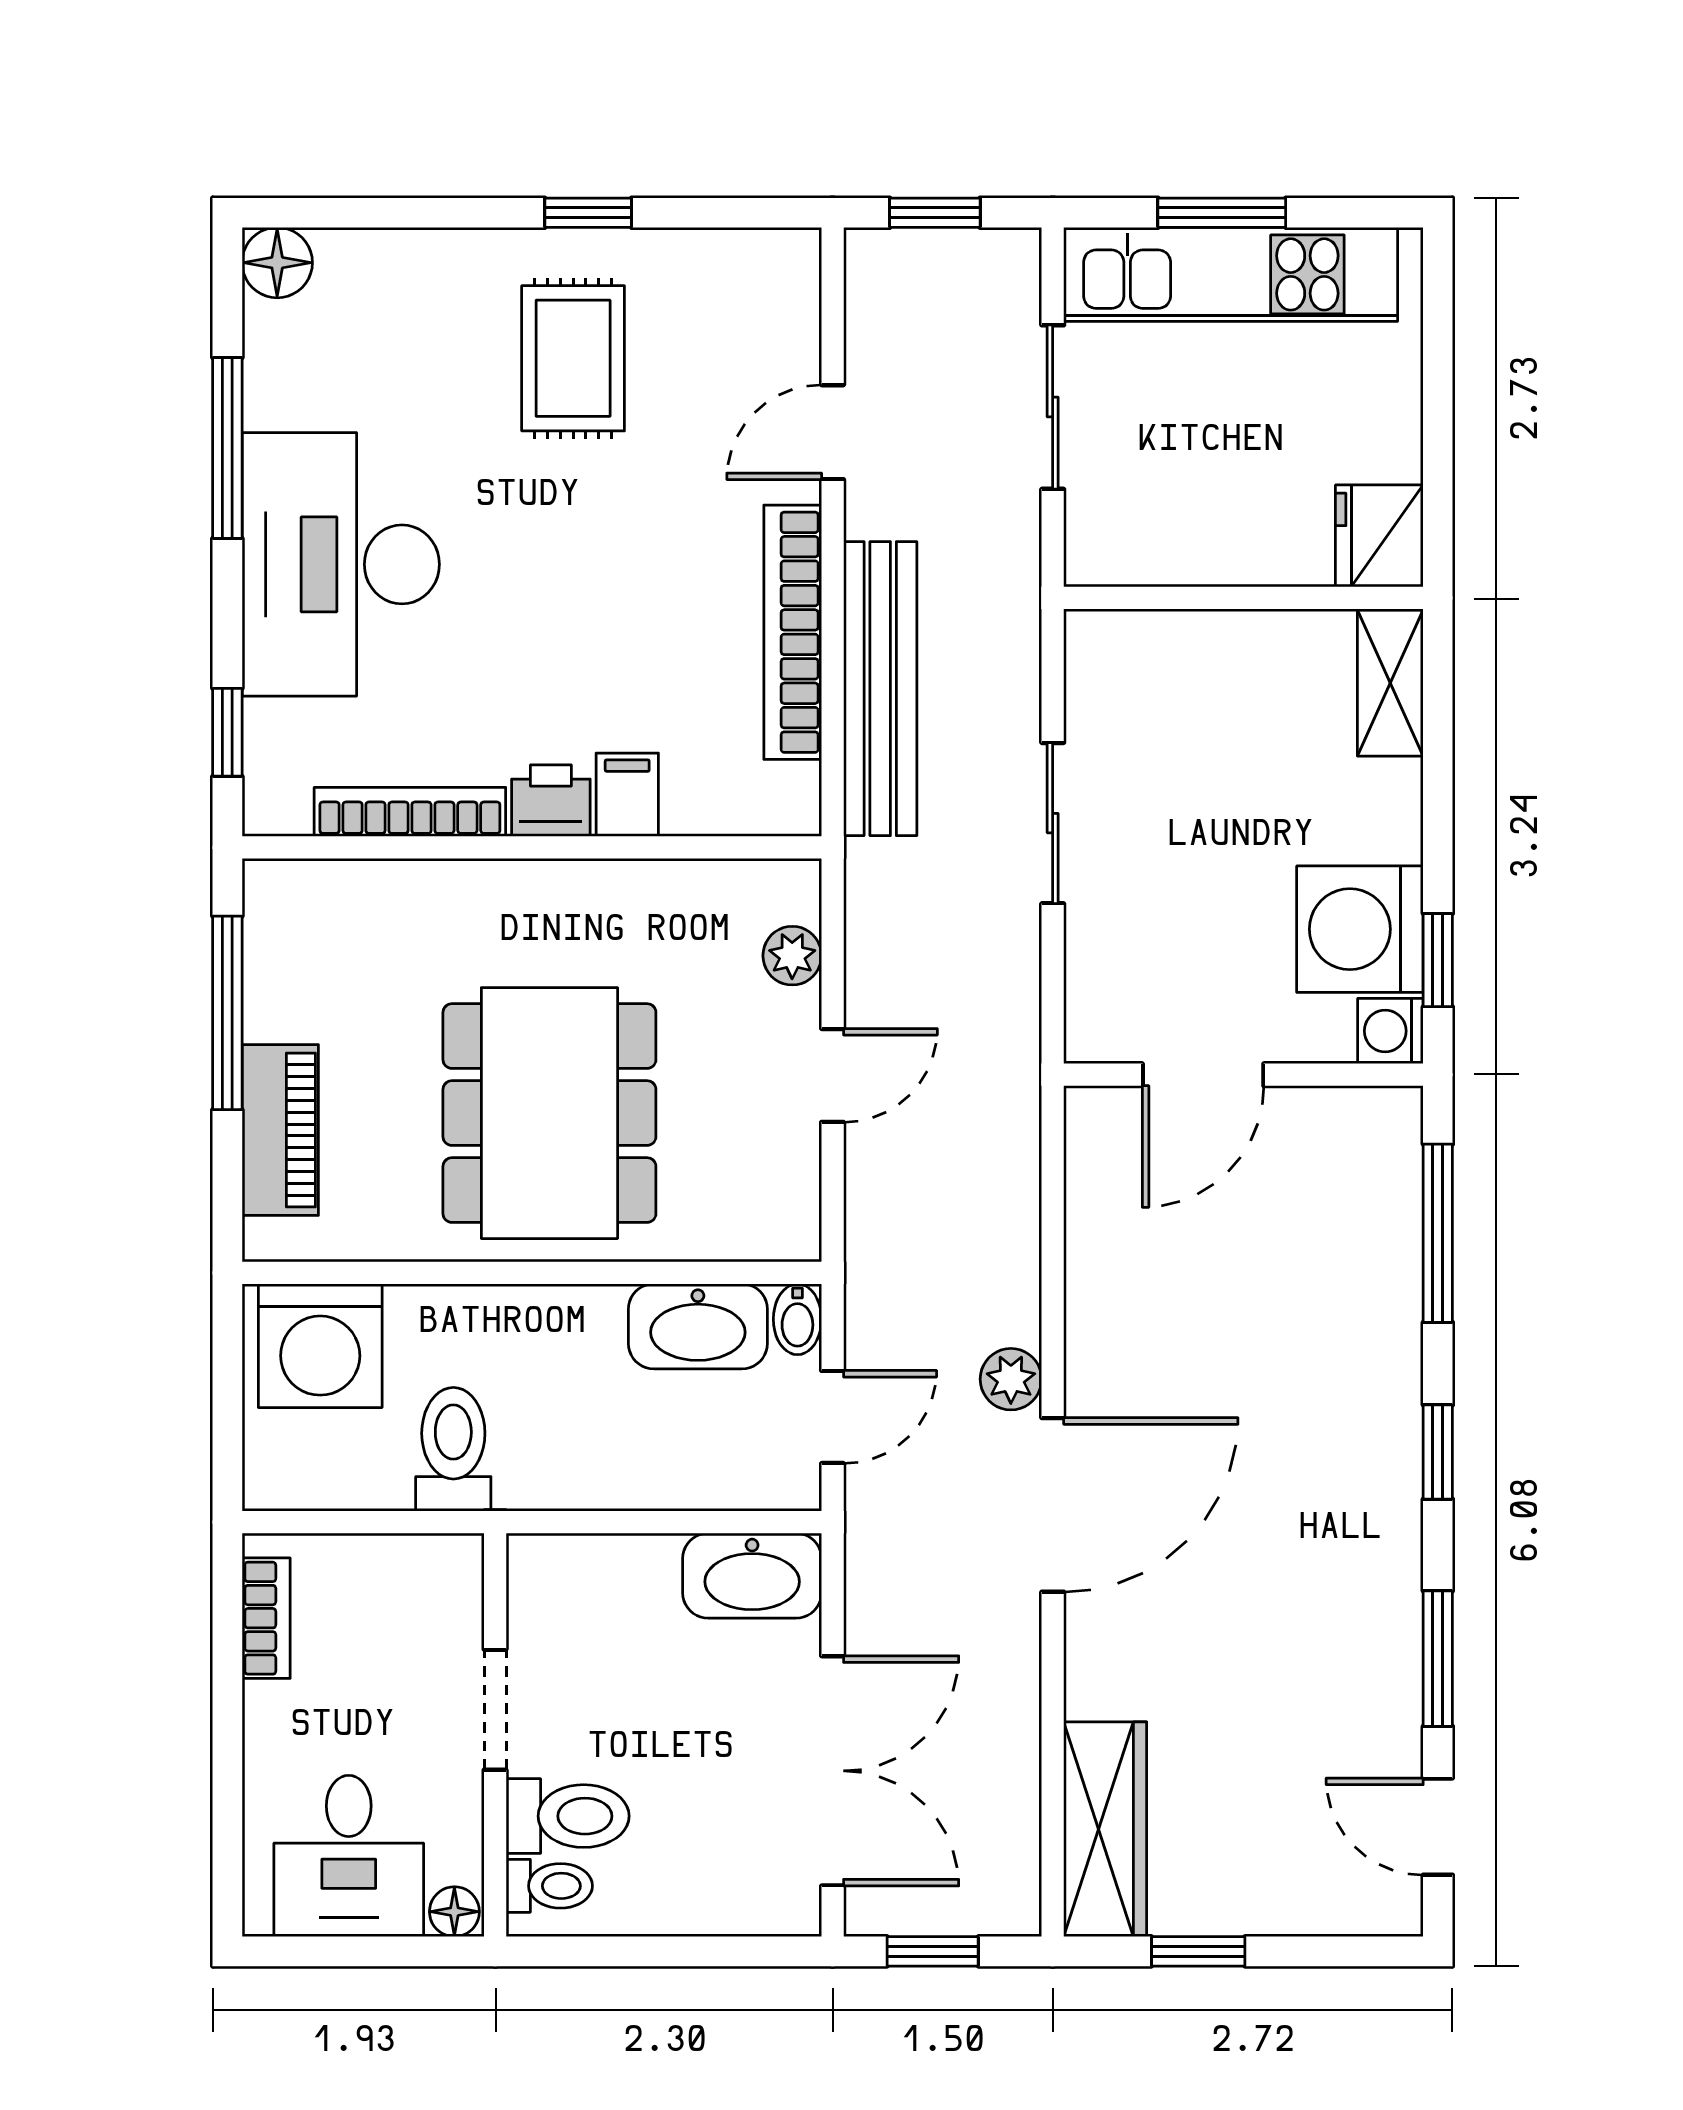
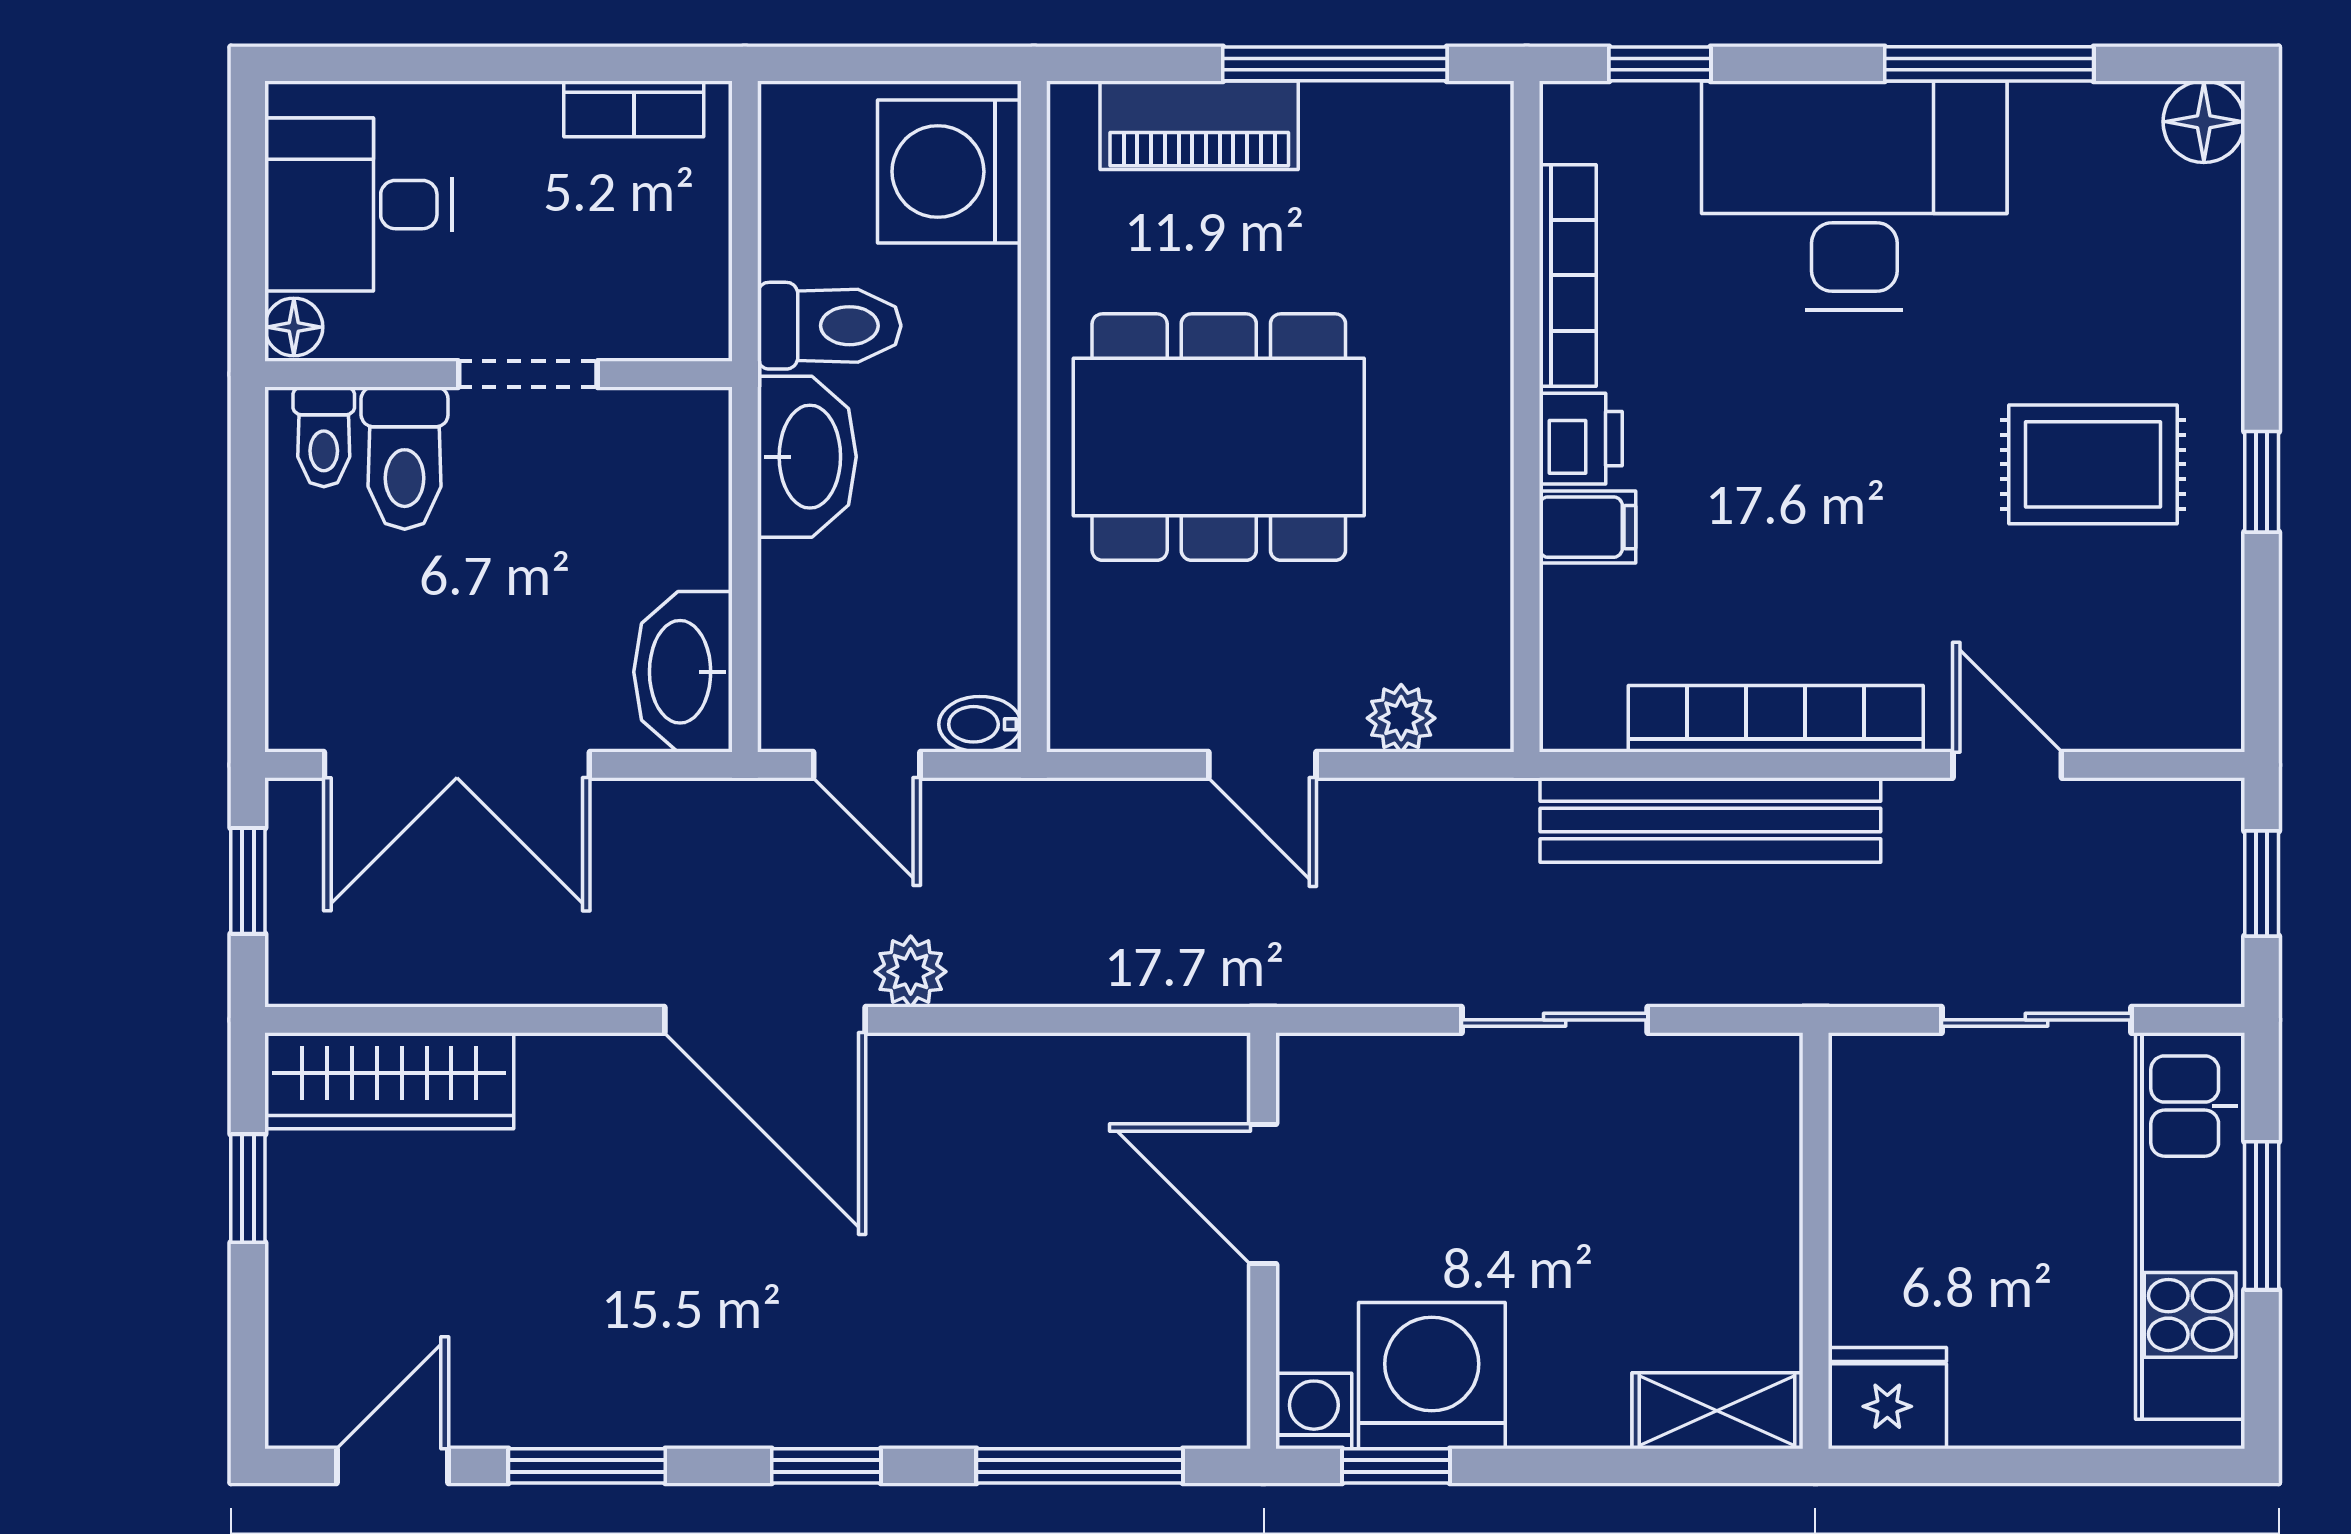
washbasin: (698, 1326) -> (807, 457), moved, turned 180

